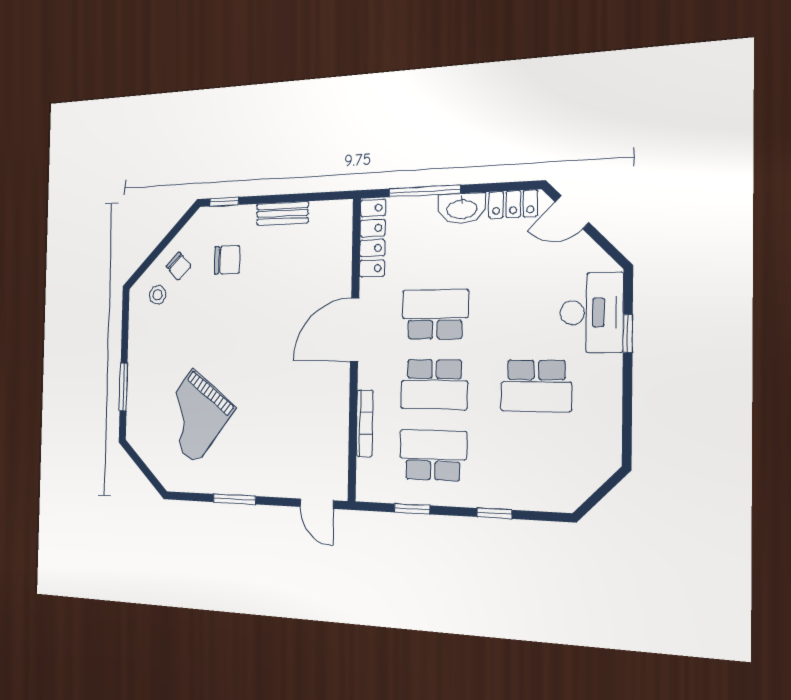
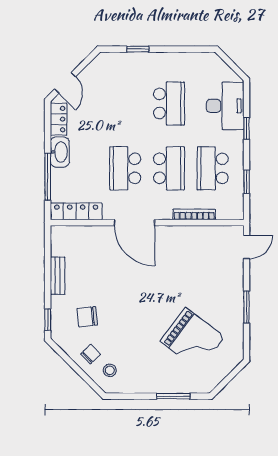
chair: (227, 260) -> (87, 317), turned -96
desk: (592, 313) -> (225, 106), moved, turned 90

